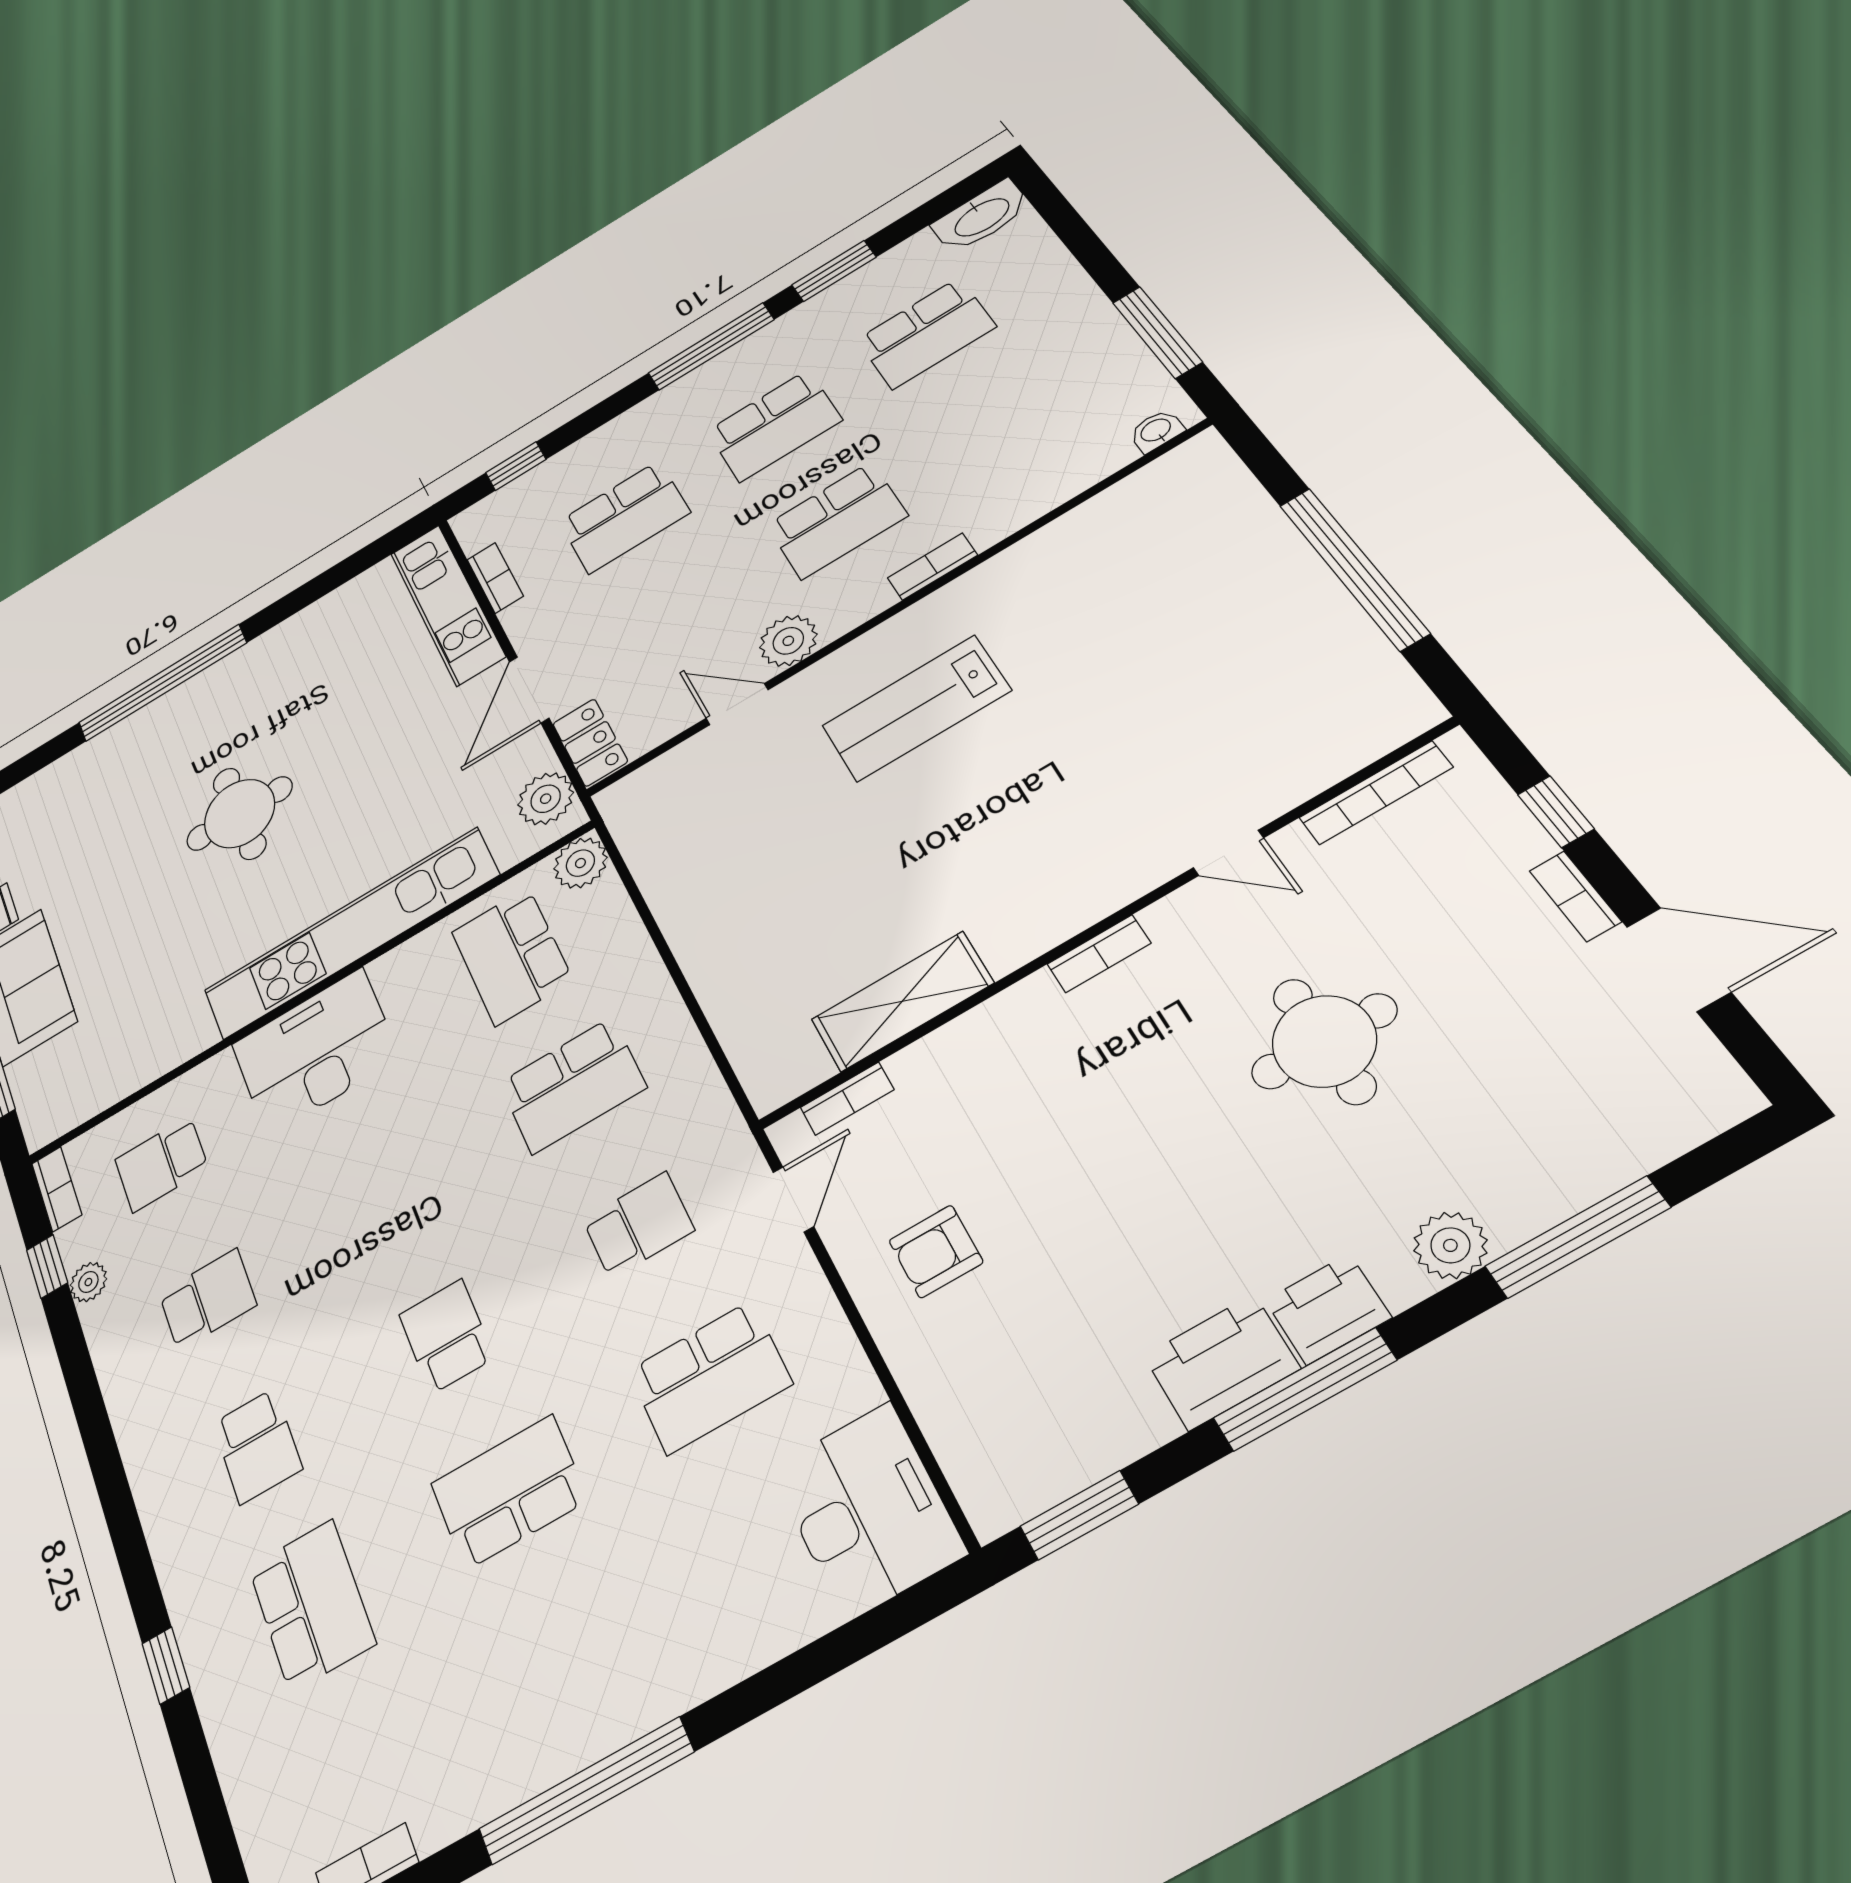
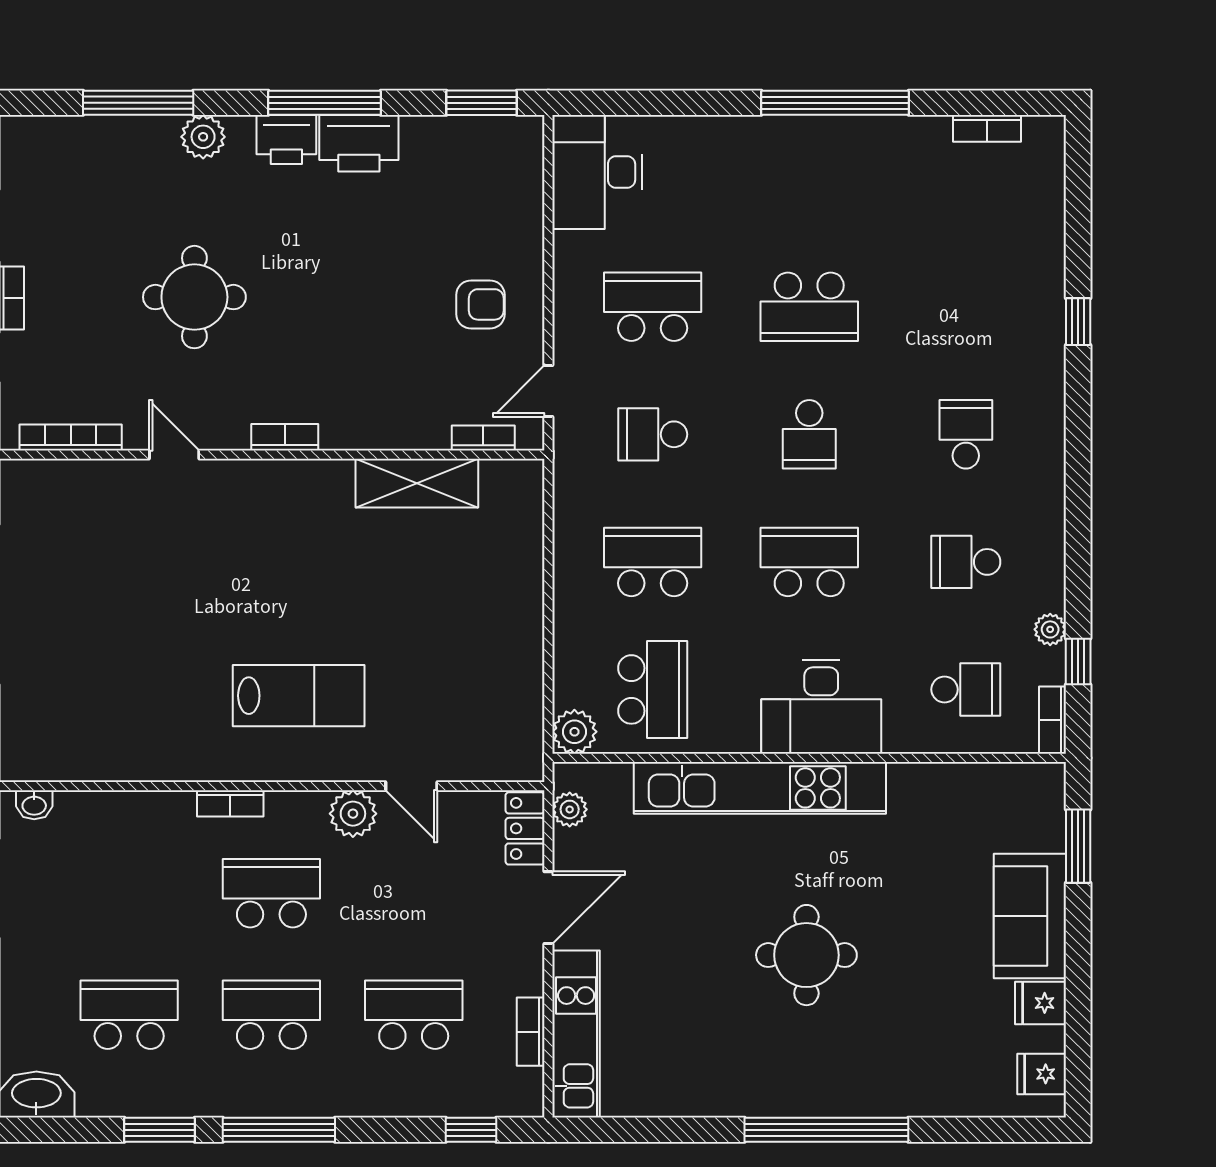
plant: (546, 799) -> (570, 809), width x0.73, depth x0.73
school desk: (311, 1605) -> (809, 562), moved, turned 90

